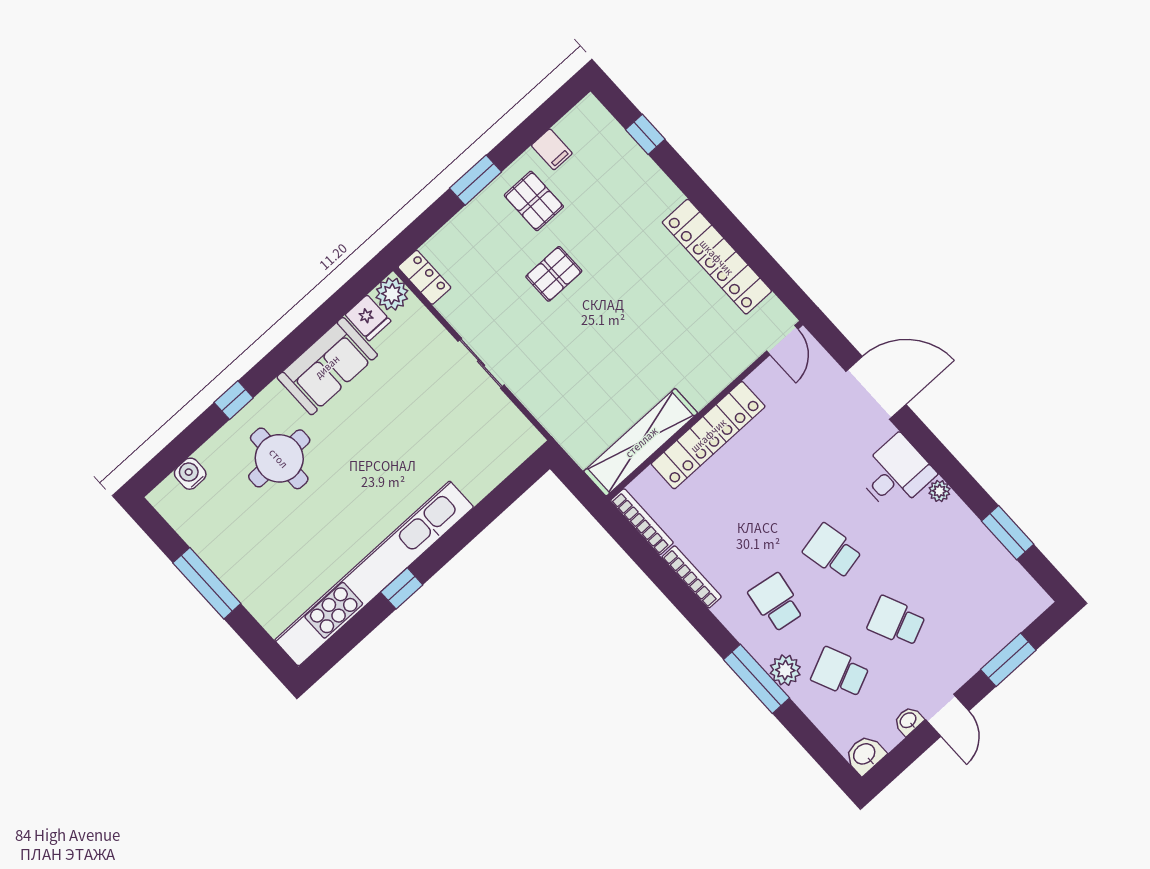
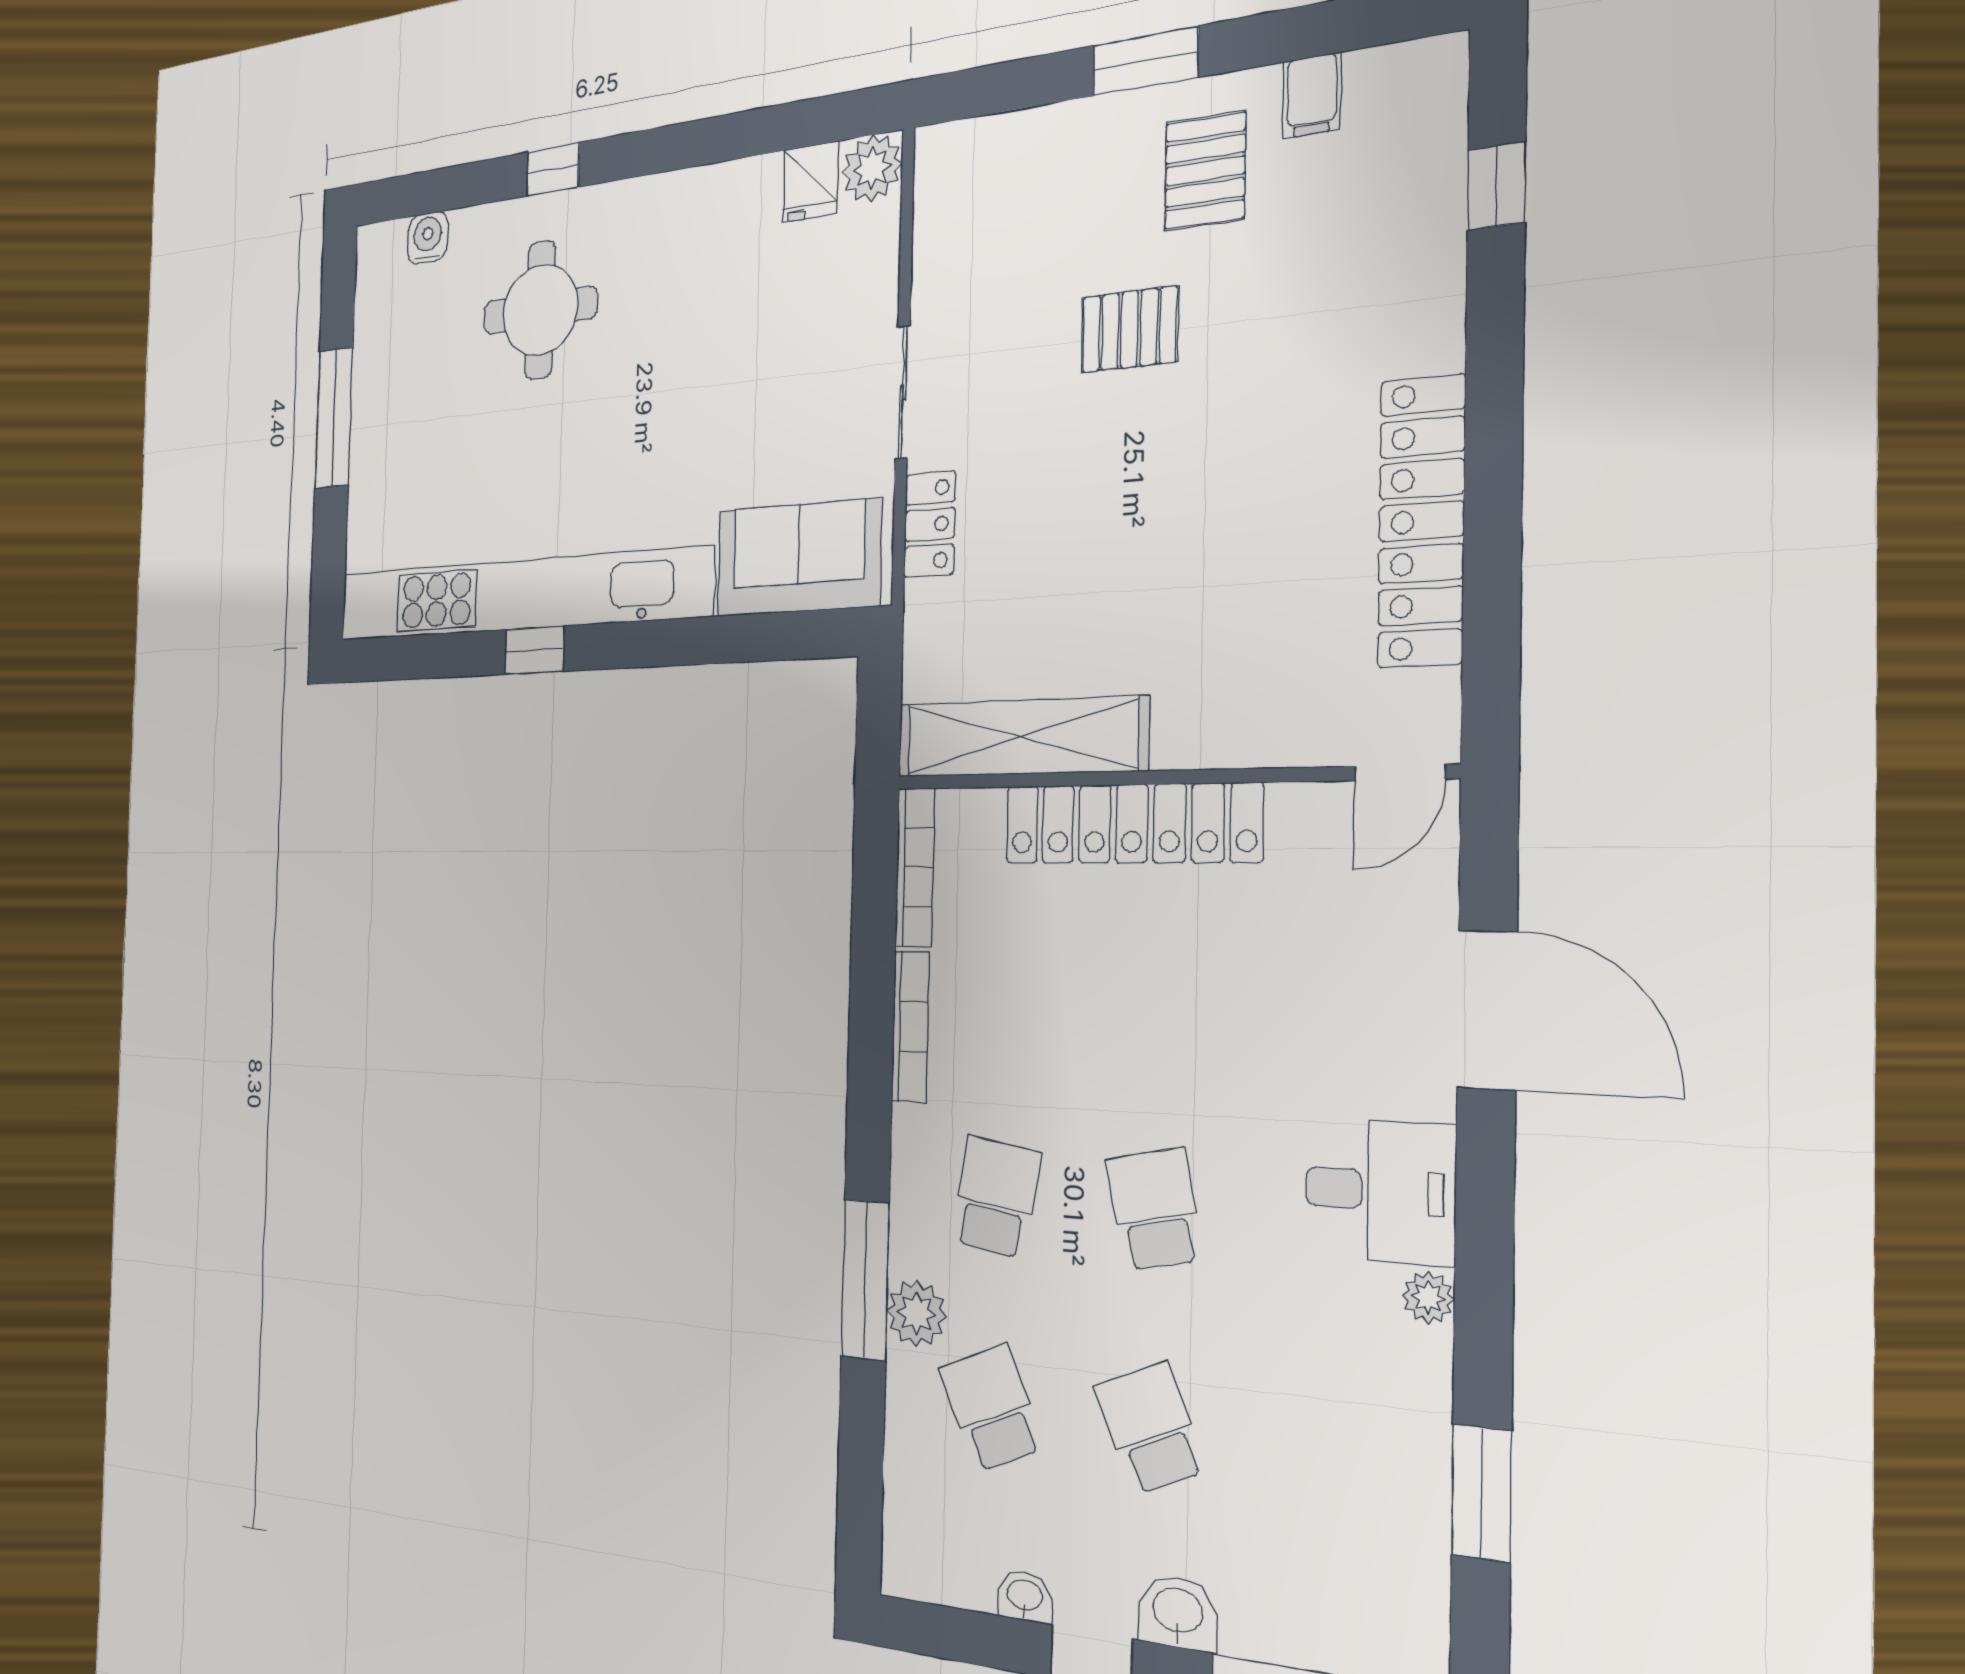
locker: (424, 277) -> (930, 524), moved
sofa: (327, 366) -> (798, 558), moved, turned 180
washbasin: (865, 755) -> (1178, 1612), moved

